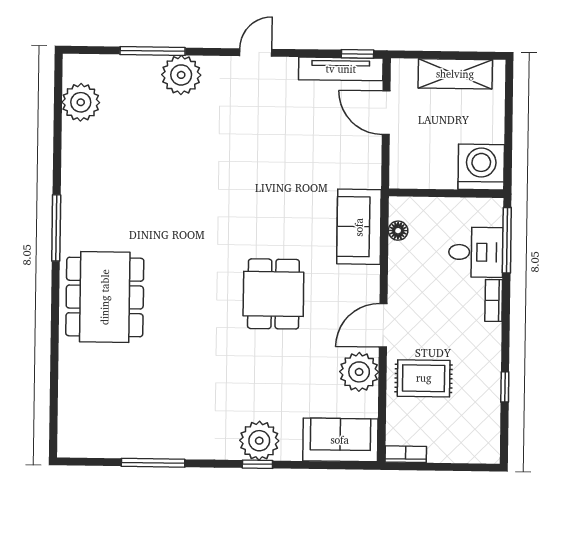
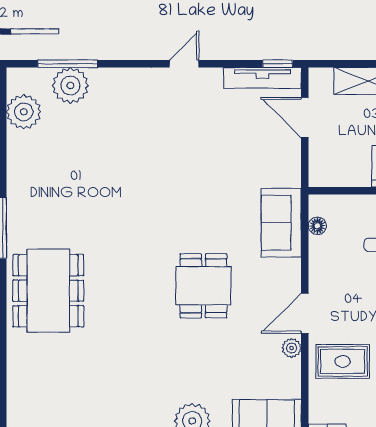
window: (153, 51) -> (68, 64), moved
plant: (181, 75) -> (70, 85), moved
plant: (359, 372) -> (292, 348), width x0.53, depth x0.53

